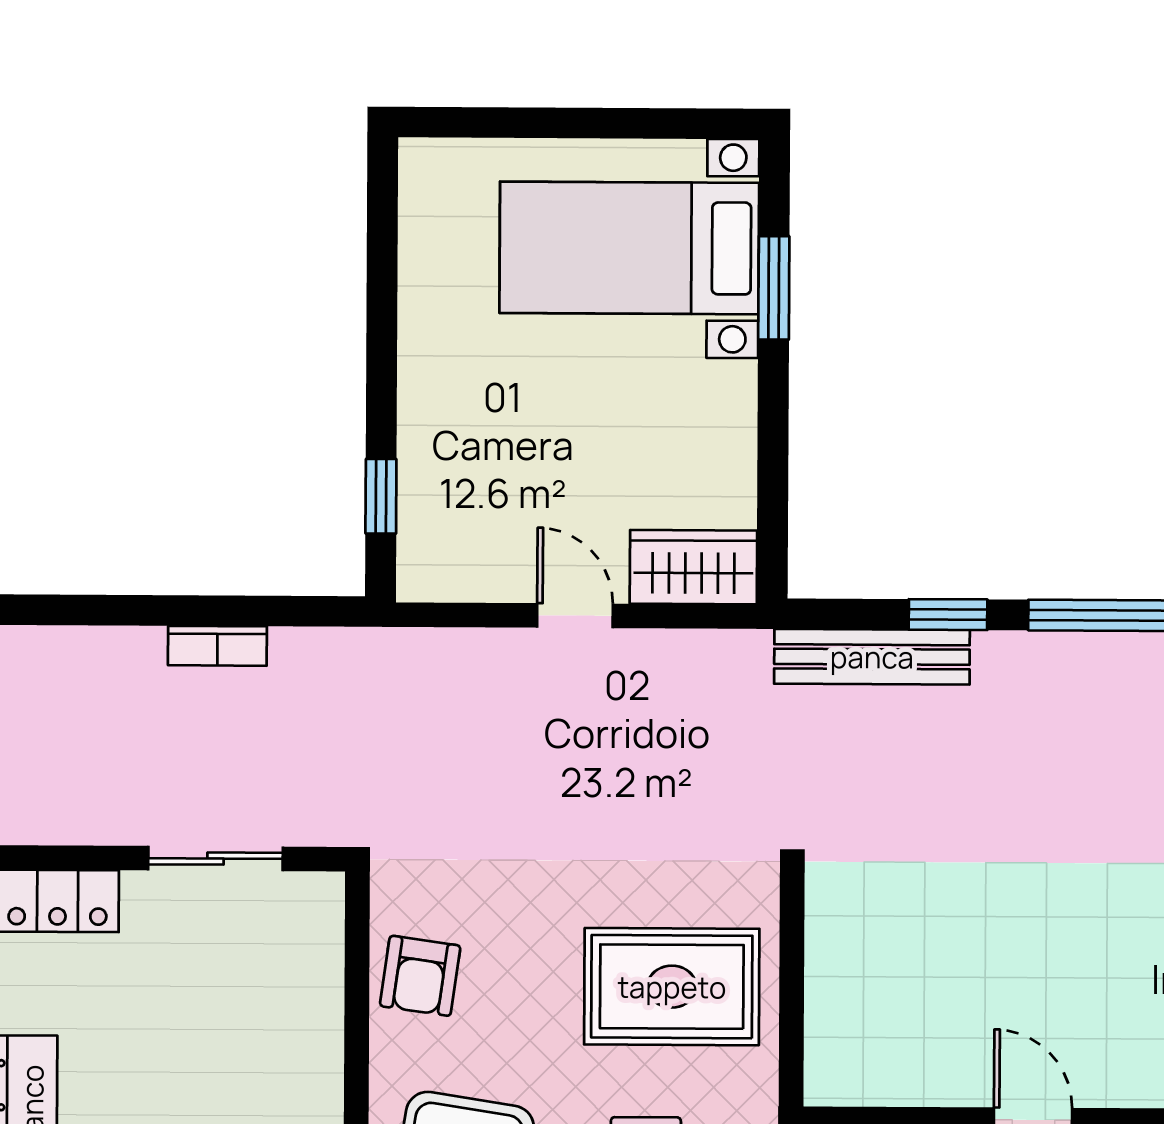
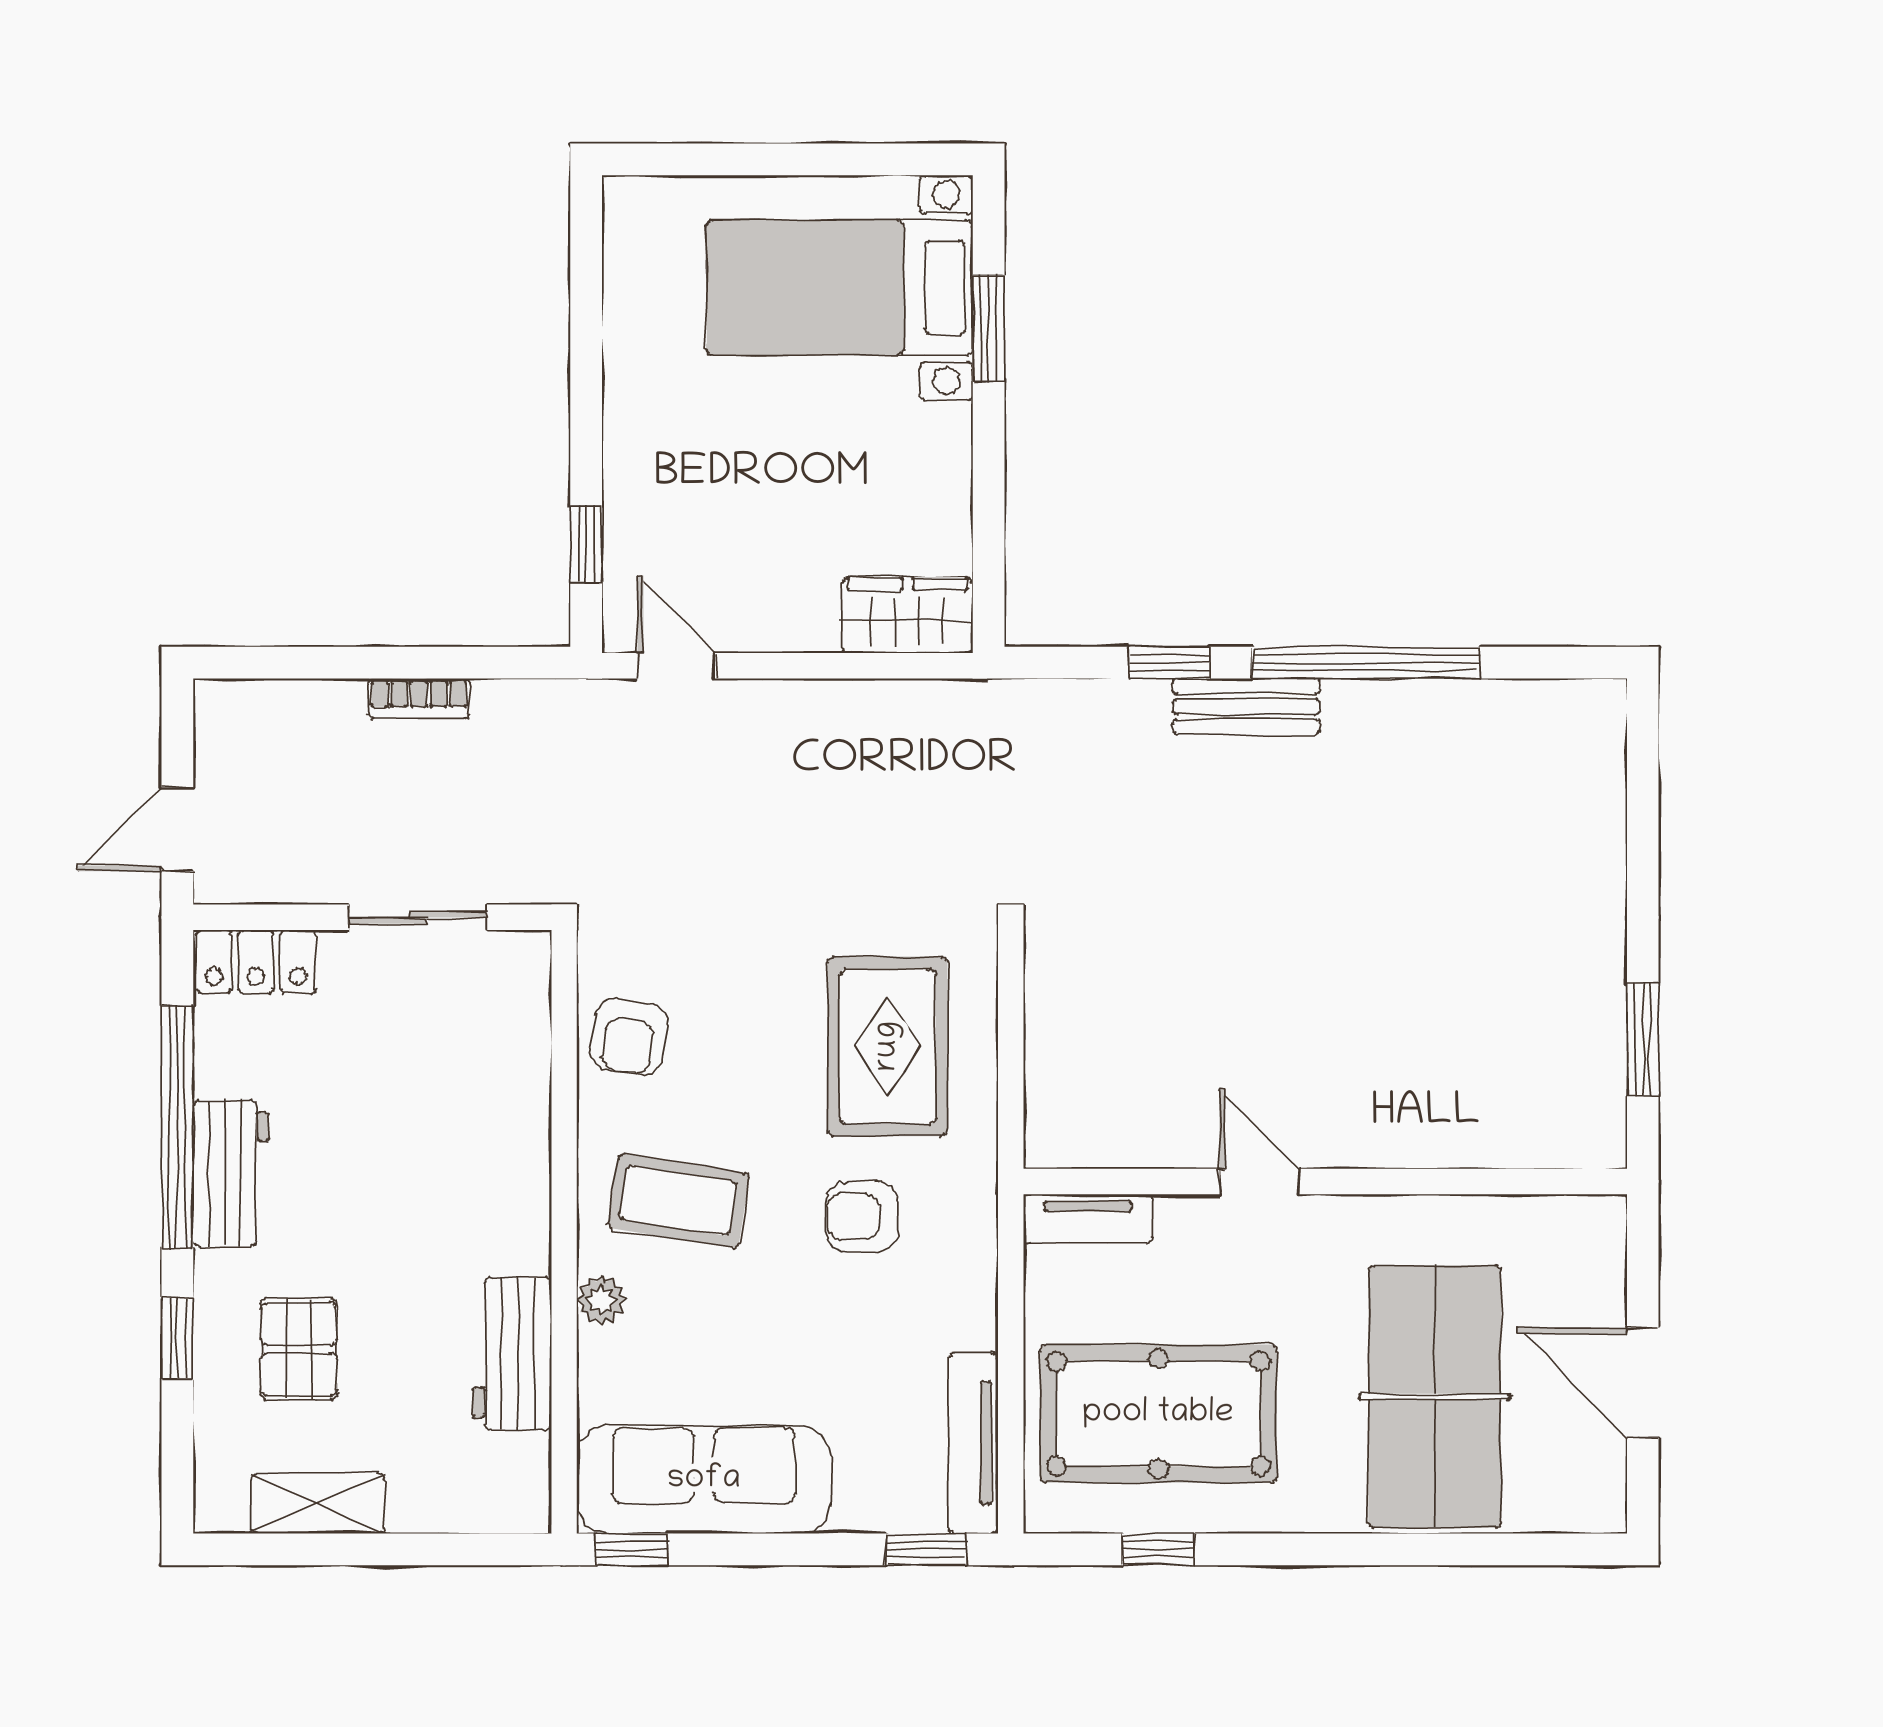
door: (575, 616) -> (676, 666), moved
bench: (872, 657) -> (1246, 706), moved, width x0.73
rug: (672, 987) -> (888, 1046), turned 90

